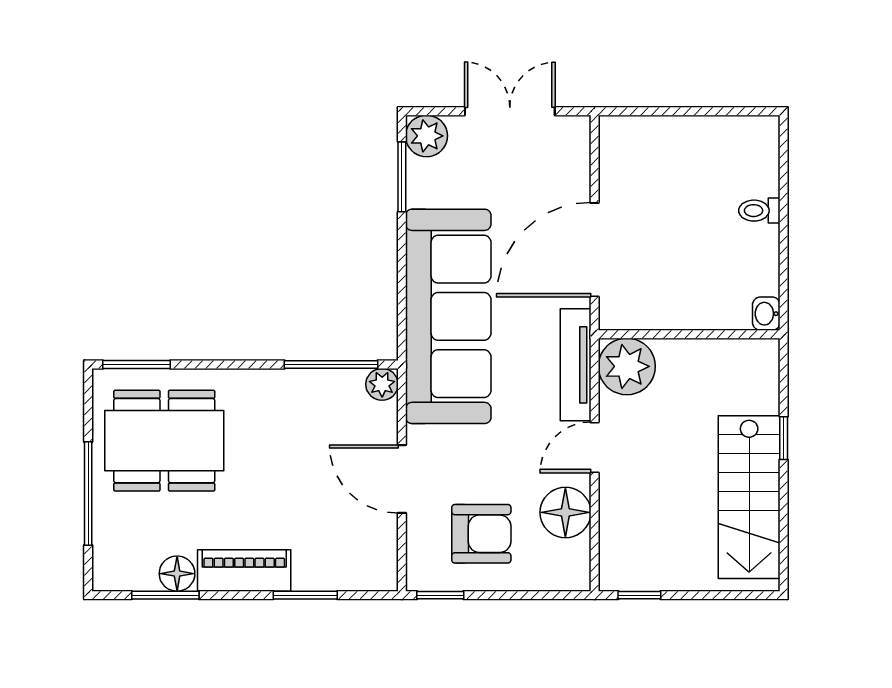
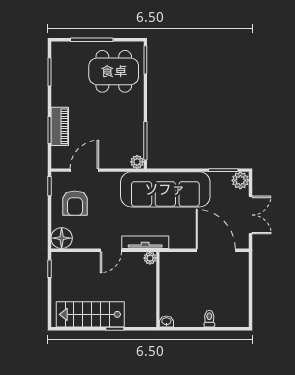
door: (595, 250) -> (216, 250), moved
plant: (627, 366) -> (150, 258), width x0.53, depth x0.53
dining table: (164, 441) -> (114, 71), turned 90
door: (595, 447) -> (111, 250), swing flipped
door: (402, 479) -> (84, 170), moved
floor lamp: (565, 512) -> (62, 238), moved
piano: (244, 570) -> (60, 126), moved
floor lamp: (177, 574) -> (58, 77), removed

